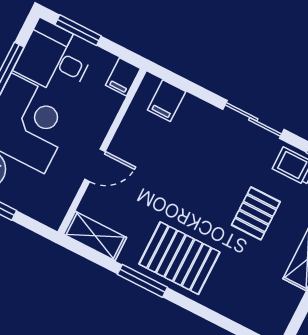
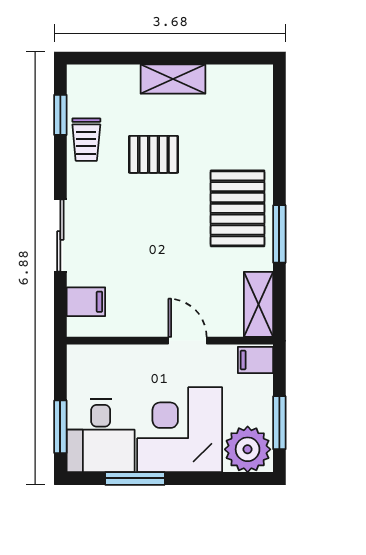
filing cabinet: (123, 77) -> (255, 360), moved, turned 180
sliding door: (253, 119) -> (60, 235), moved

